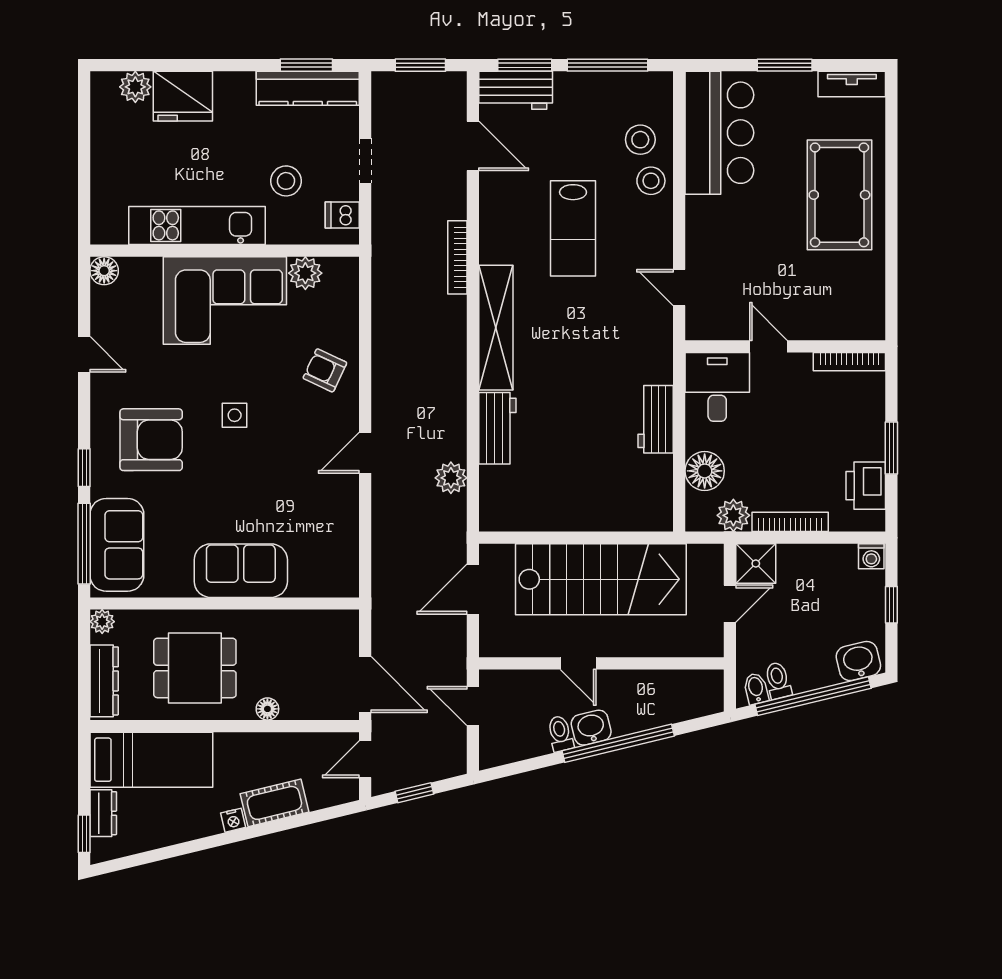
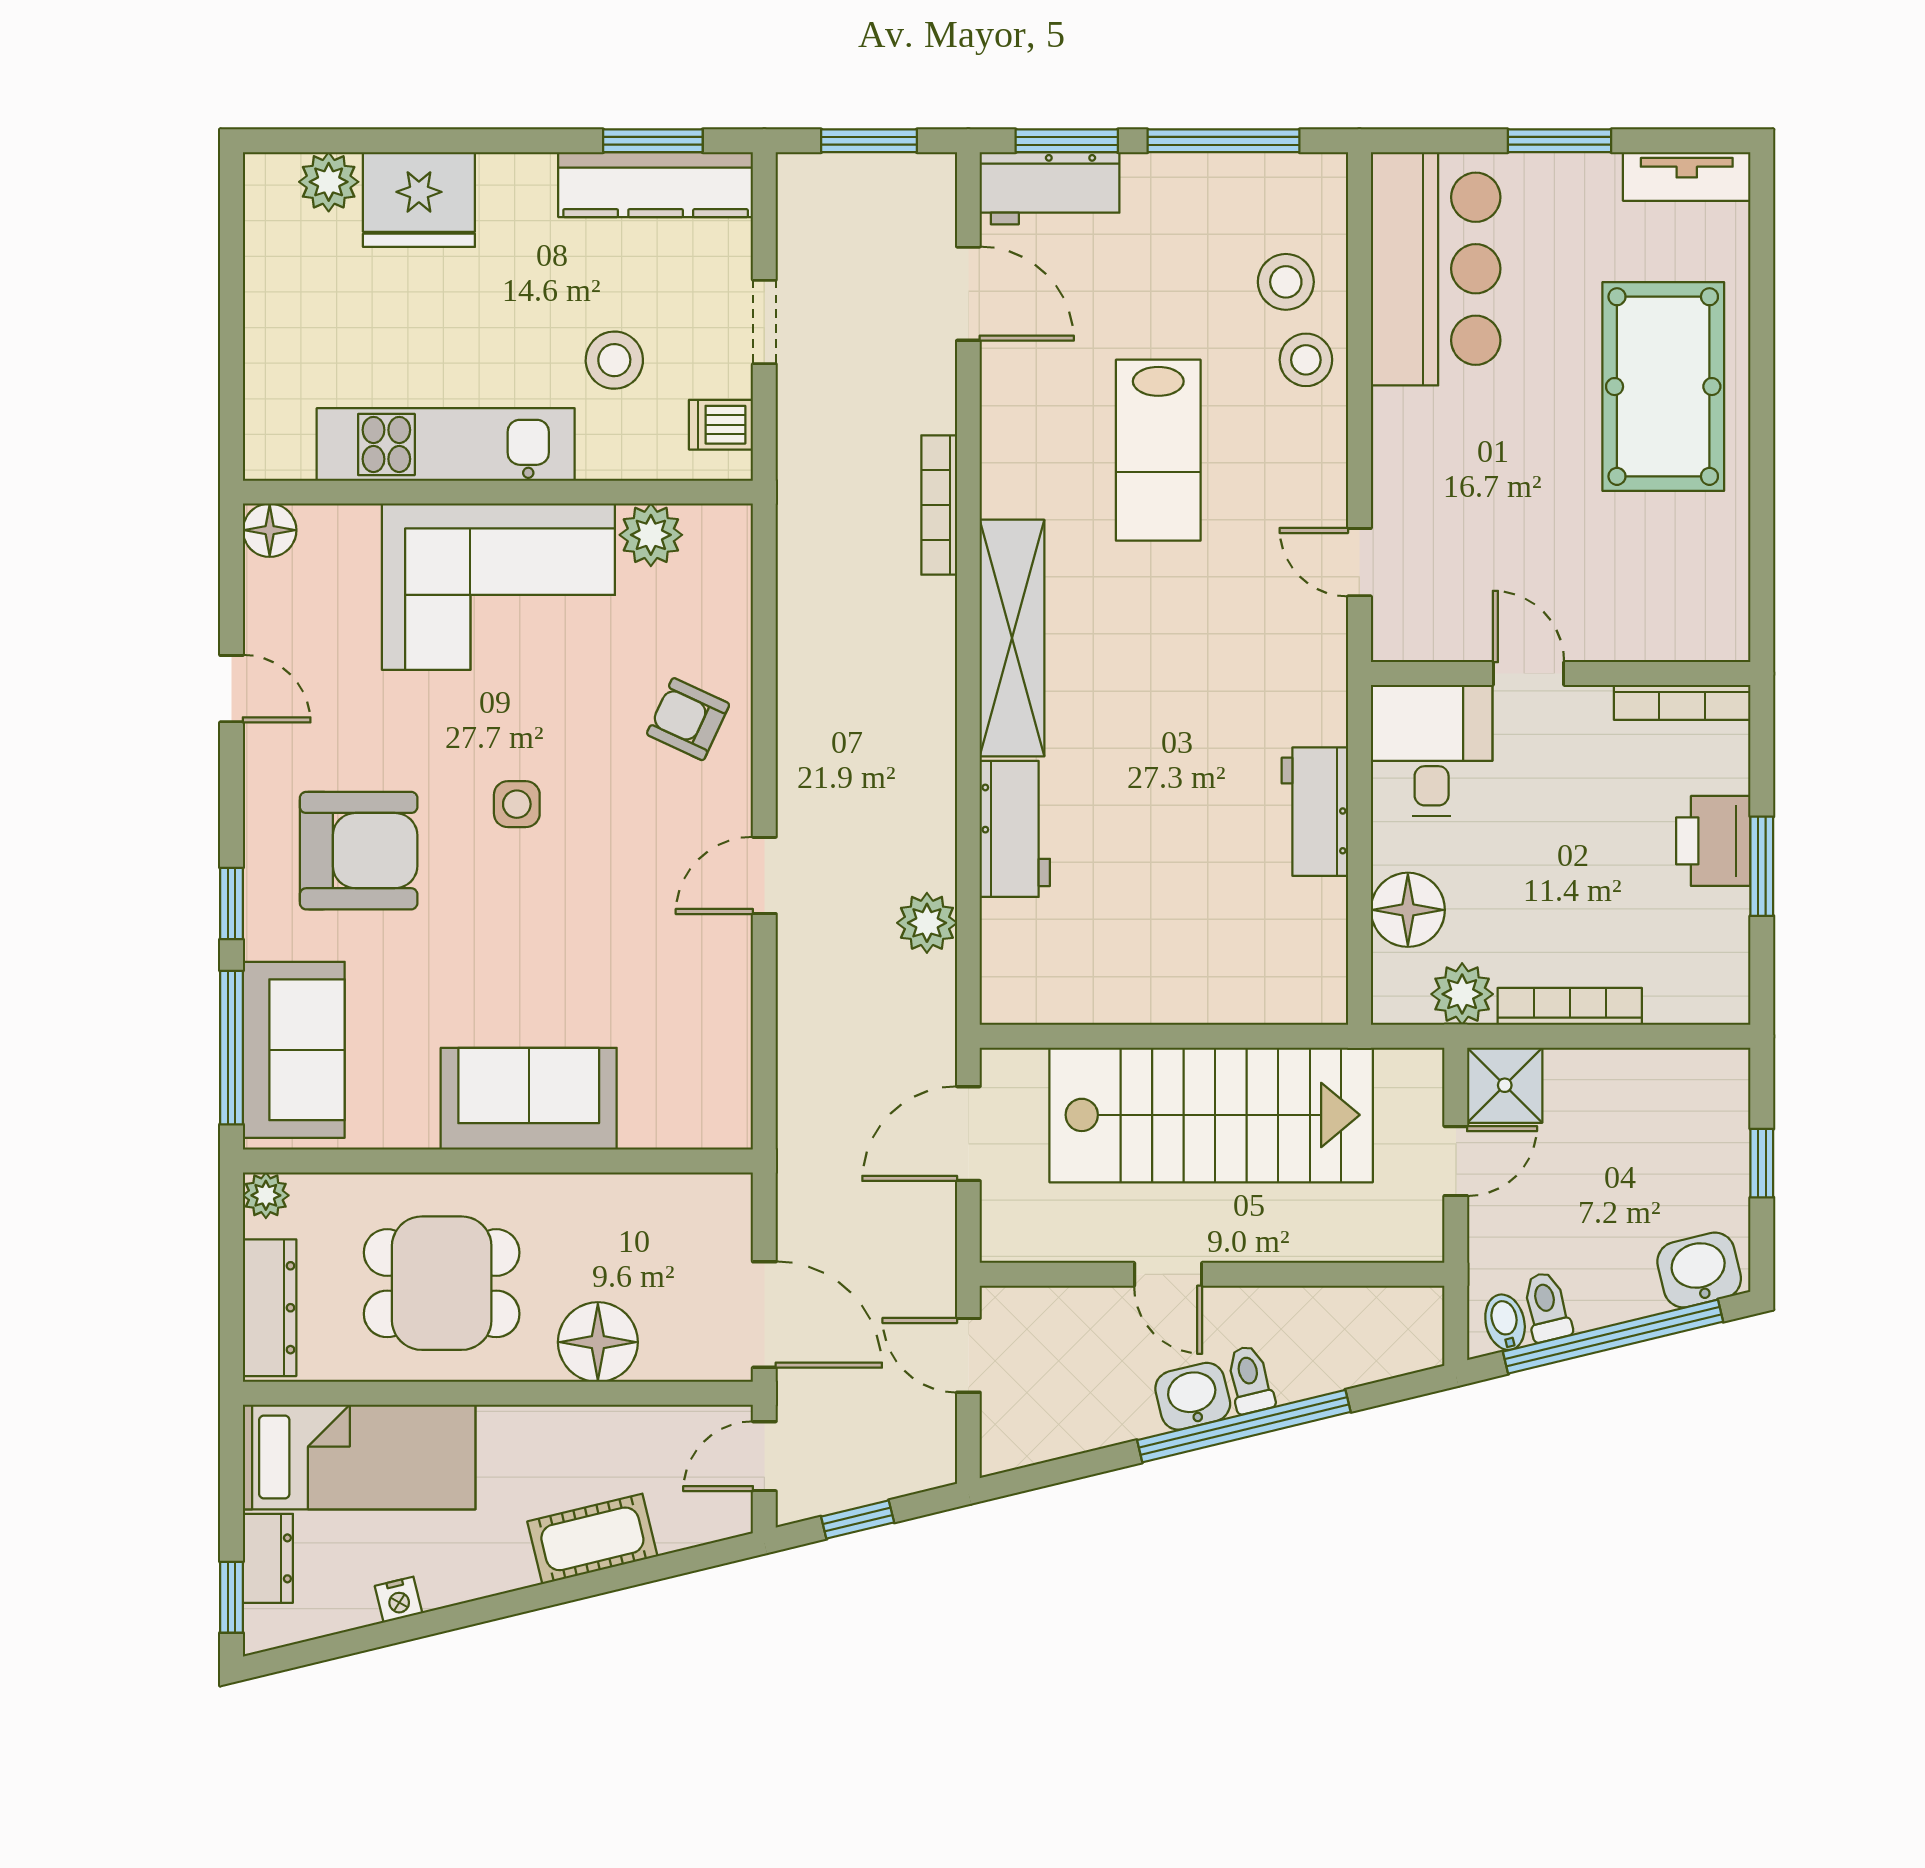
printer: (866, 486) -> (1713, 841), moved
washing machine: (871, 556) -> (1724, 1071), removed
floor lamp: (267, 709) -> (598, 1342), width x1.89, depth x1.89
toilet: (560, 734) -> (1250, 1379), moved
nightstand: (233, 820) -> (398, 1600), moved

